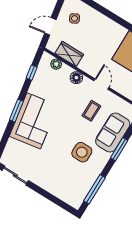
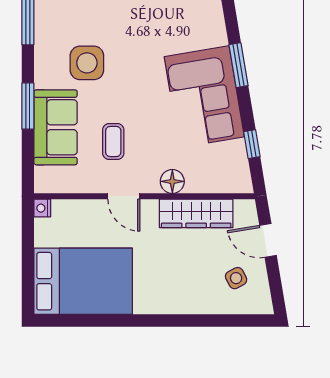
door: (50, 26) -> (268, 240), swing flipped
wardrobe: (69, 54) -> (196, 213), width x1.50
plant: (56, 64) -> (220, 183), removed
corner sofa: (34, 121) -> (204, 97), moved

